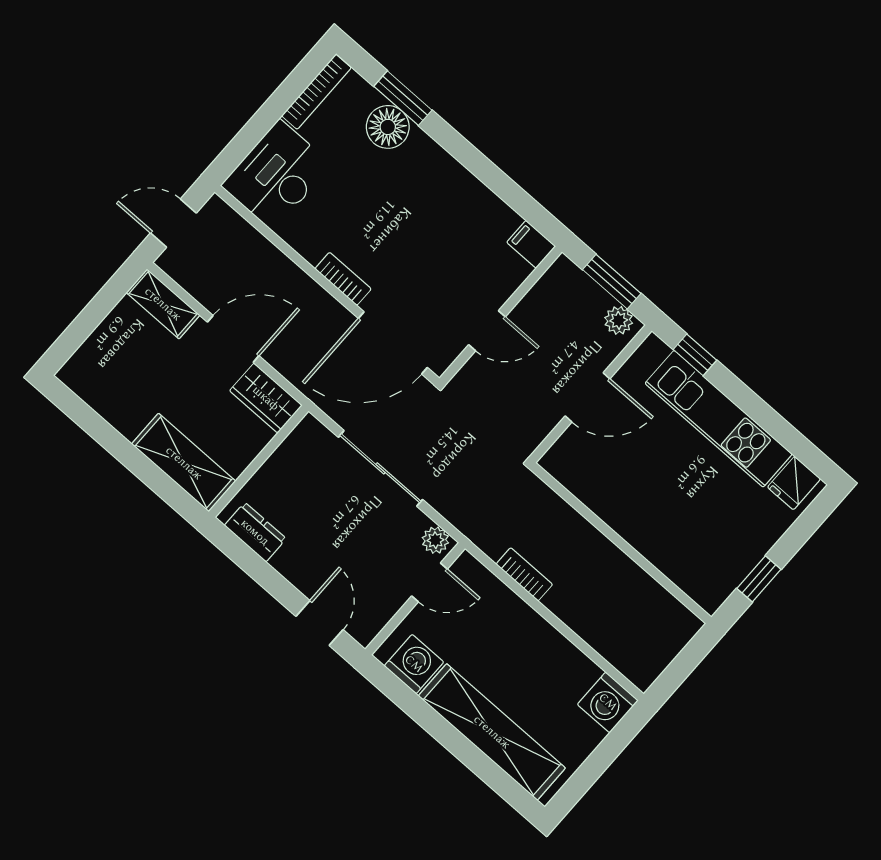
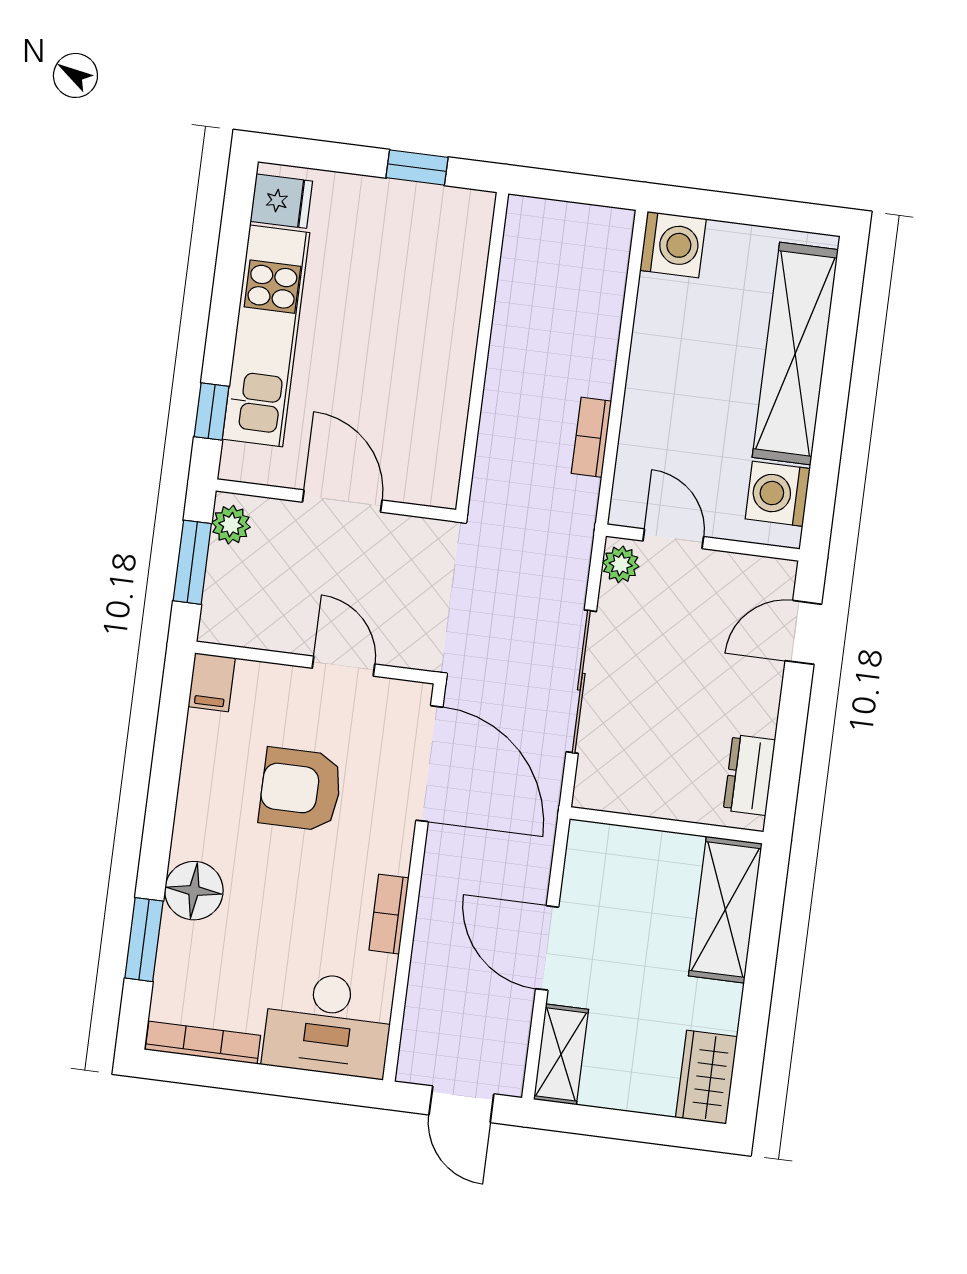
floor lamp: (388, 127) -> (194, 891), moved
armchair: (430, 254) -> (301, 789), added
bookcase: (343, 279) -> (389, 914), moved
wardrobe: (266, 398) -> (706, 1077), moved, turned 180

